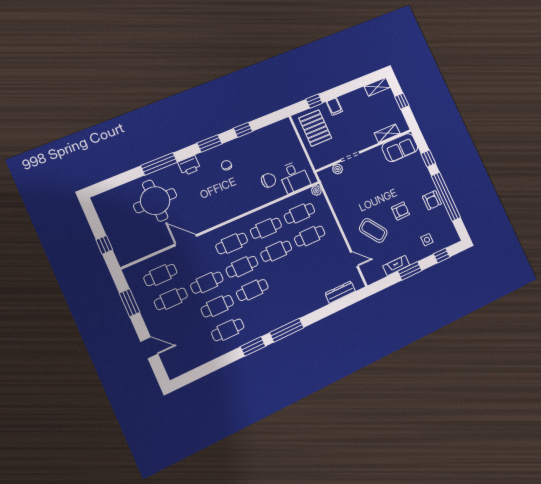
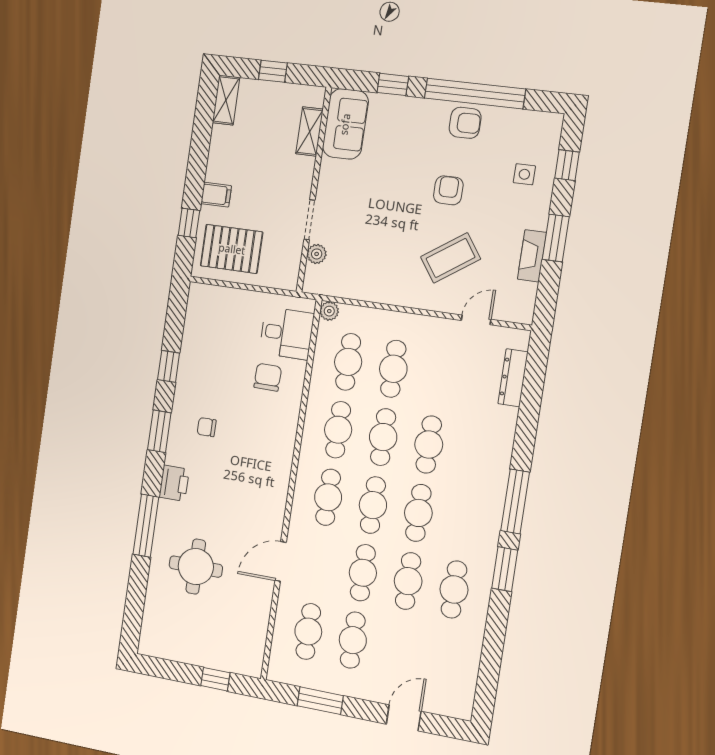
round table: (155, 201) -> (196, 567), width x0.73, depth x0.73
cafe table: (287, 274) -> (429, 445), added

